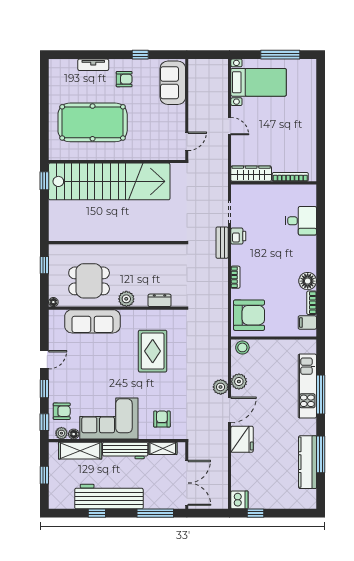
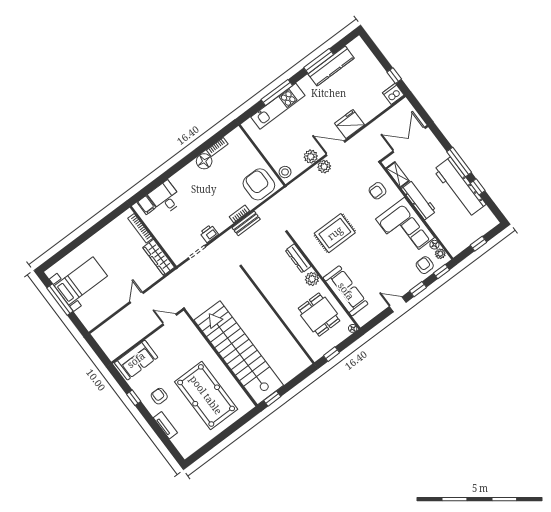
bed with nightstands: (259, 82) -> (81, 281), moved, turned 90
bench: (222, 243) -> (246, 223), moved
dresser: (160, 300) -> (298, 258), width x1.44
filing cabinet: (307, 323) -> (146, 205), moved
shelving: (80, 451) -> (443, 231), removed
window: (155, 513) -> (459, 162), moved

